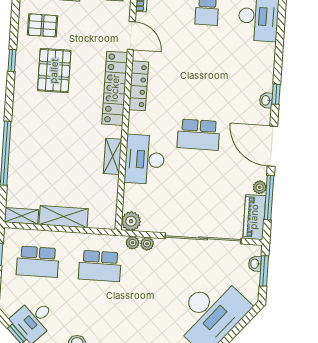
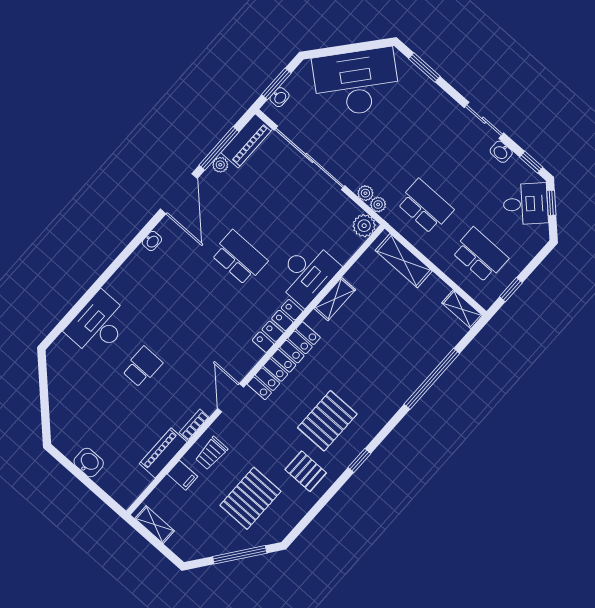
locker: (139, 86) -> (278, 326), moved
window: (276, 94) -> (138, 239), removed
shelving: (64, 217) -> (404, 261), moved

